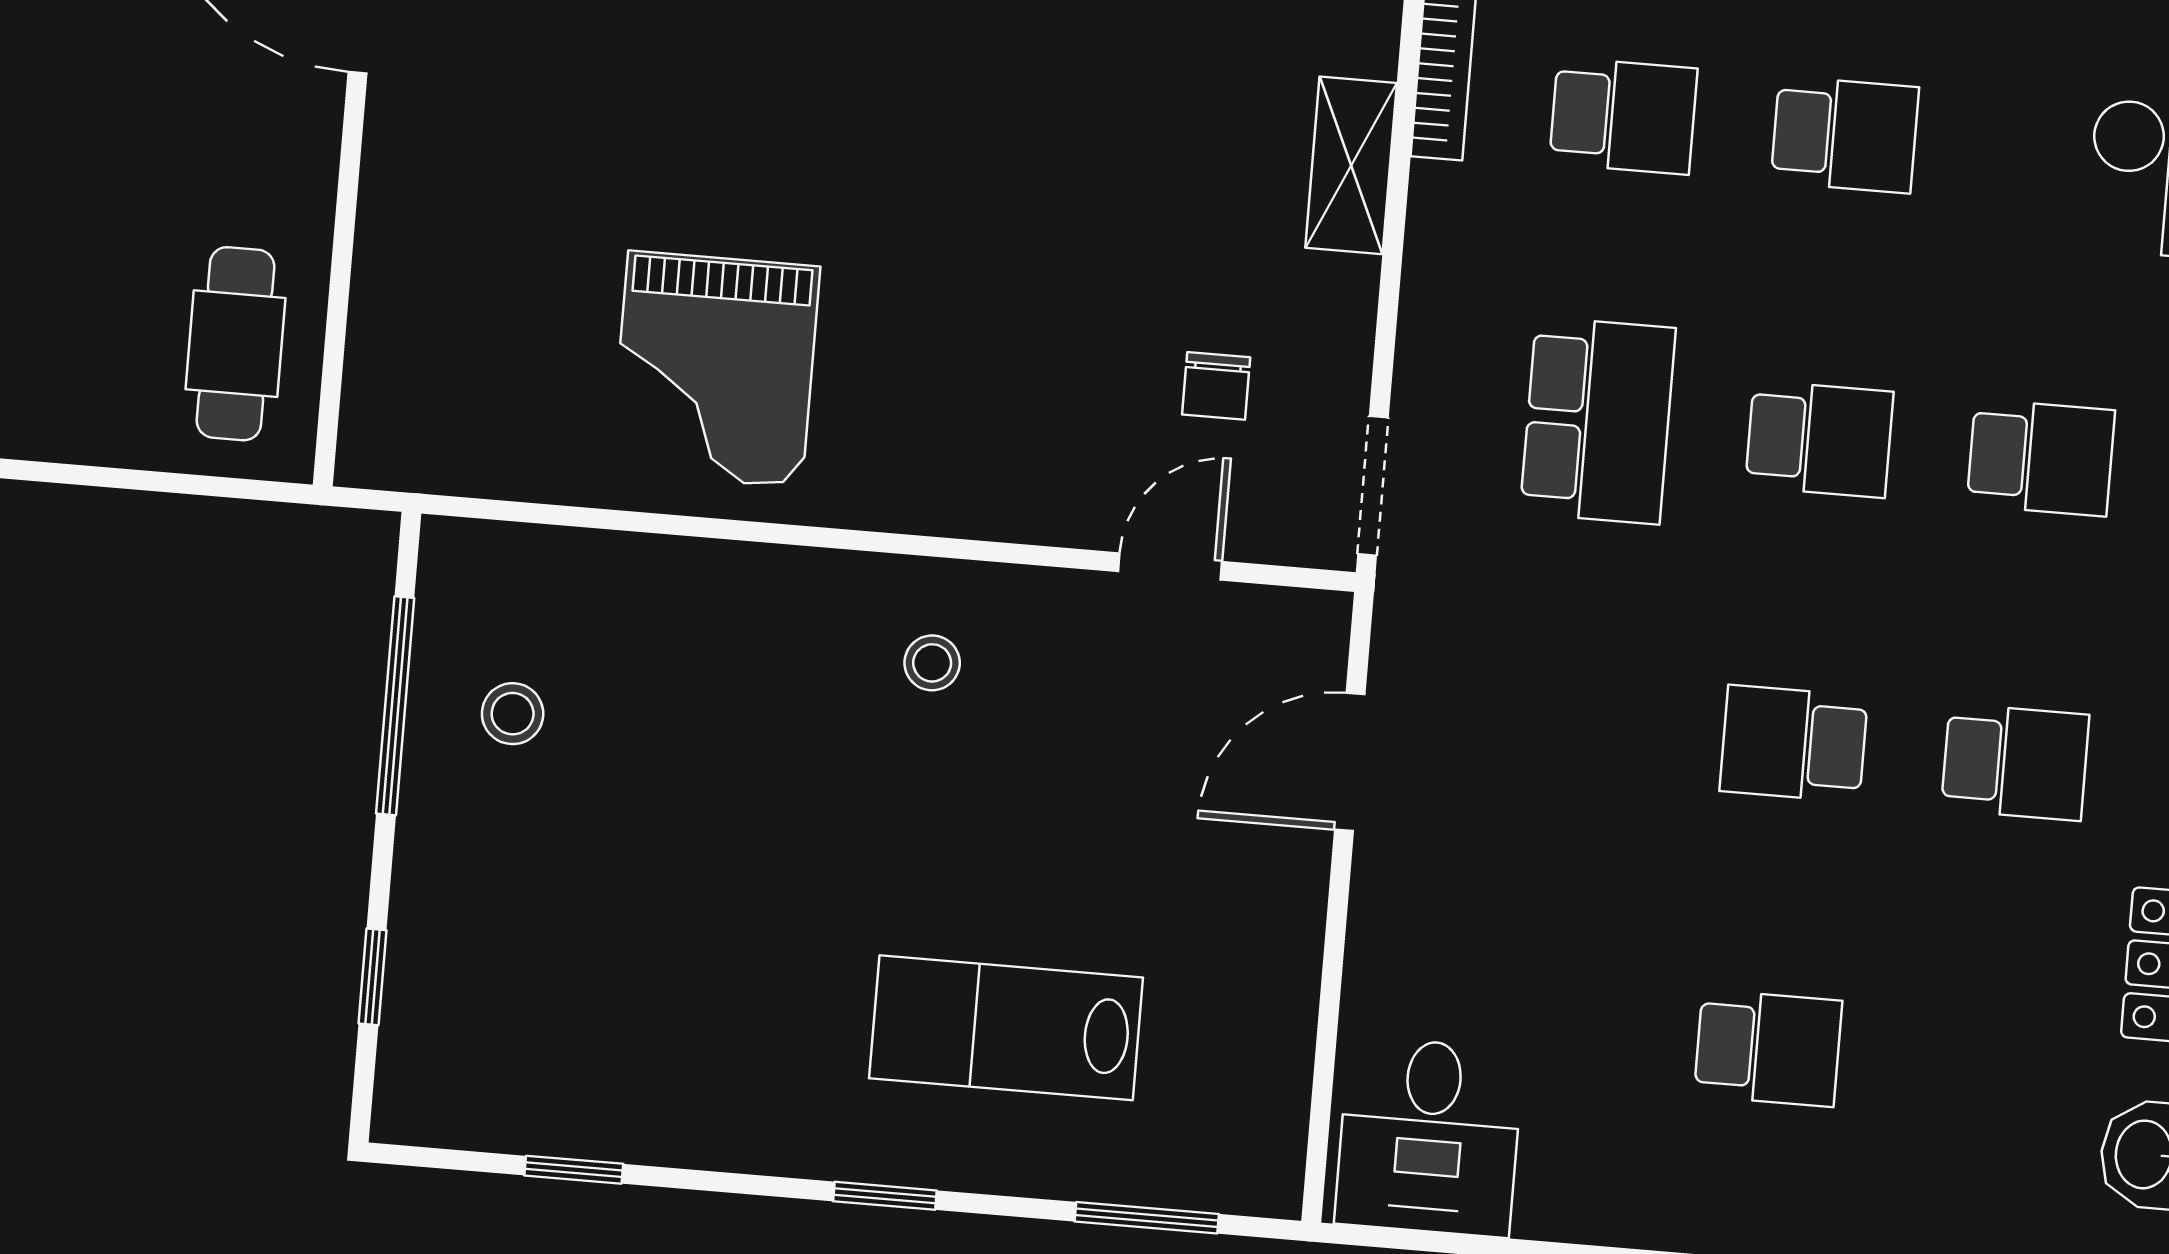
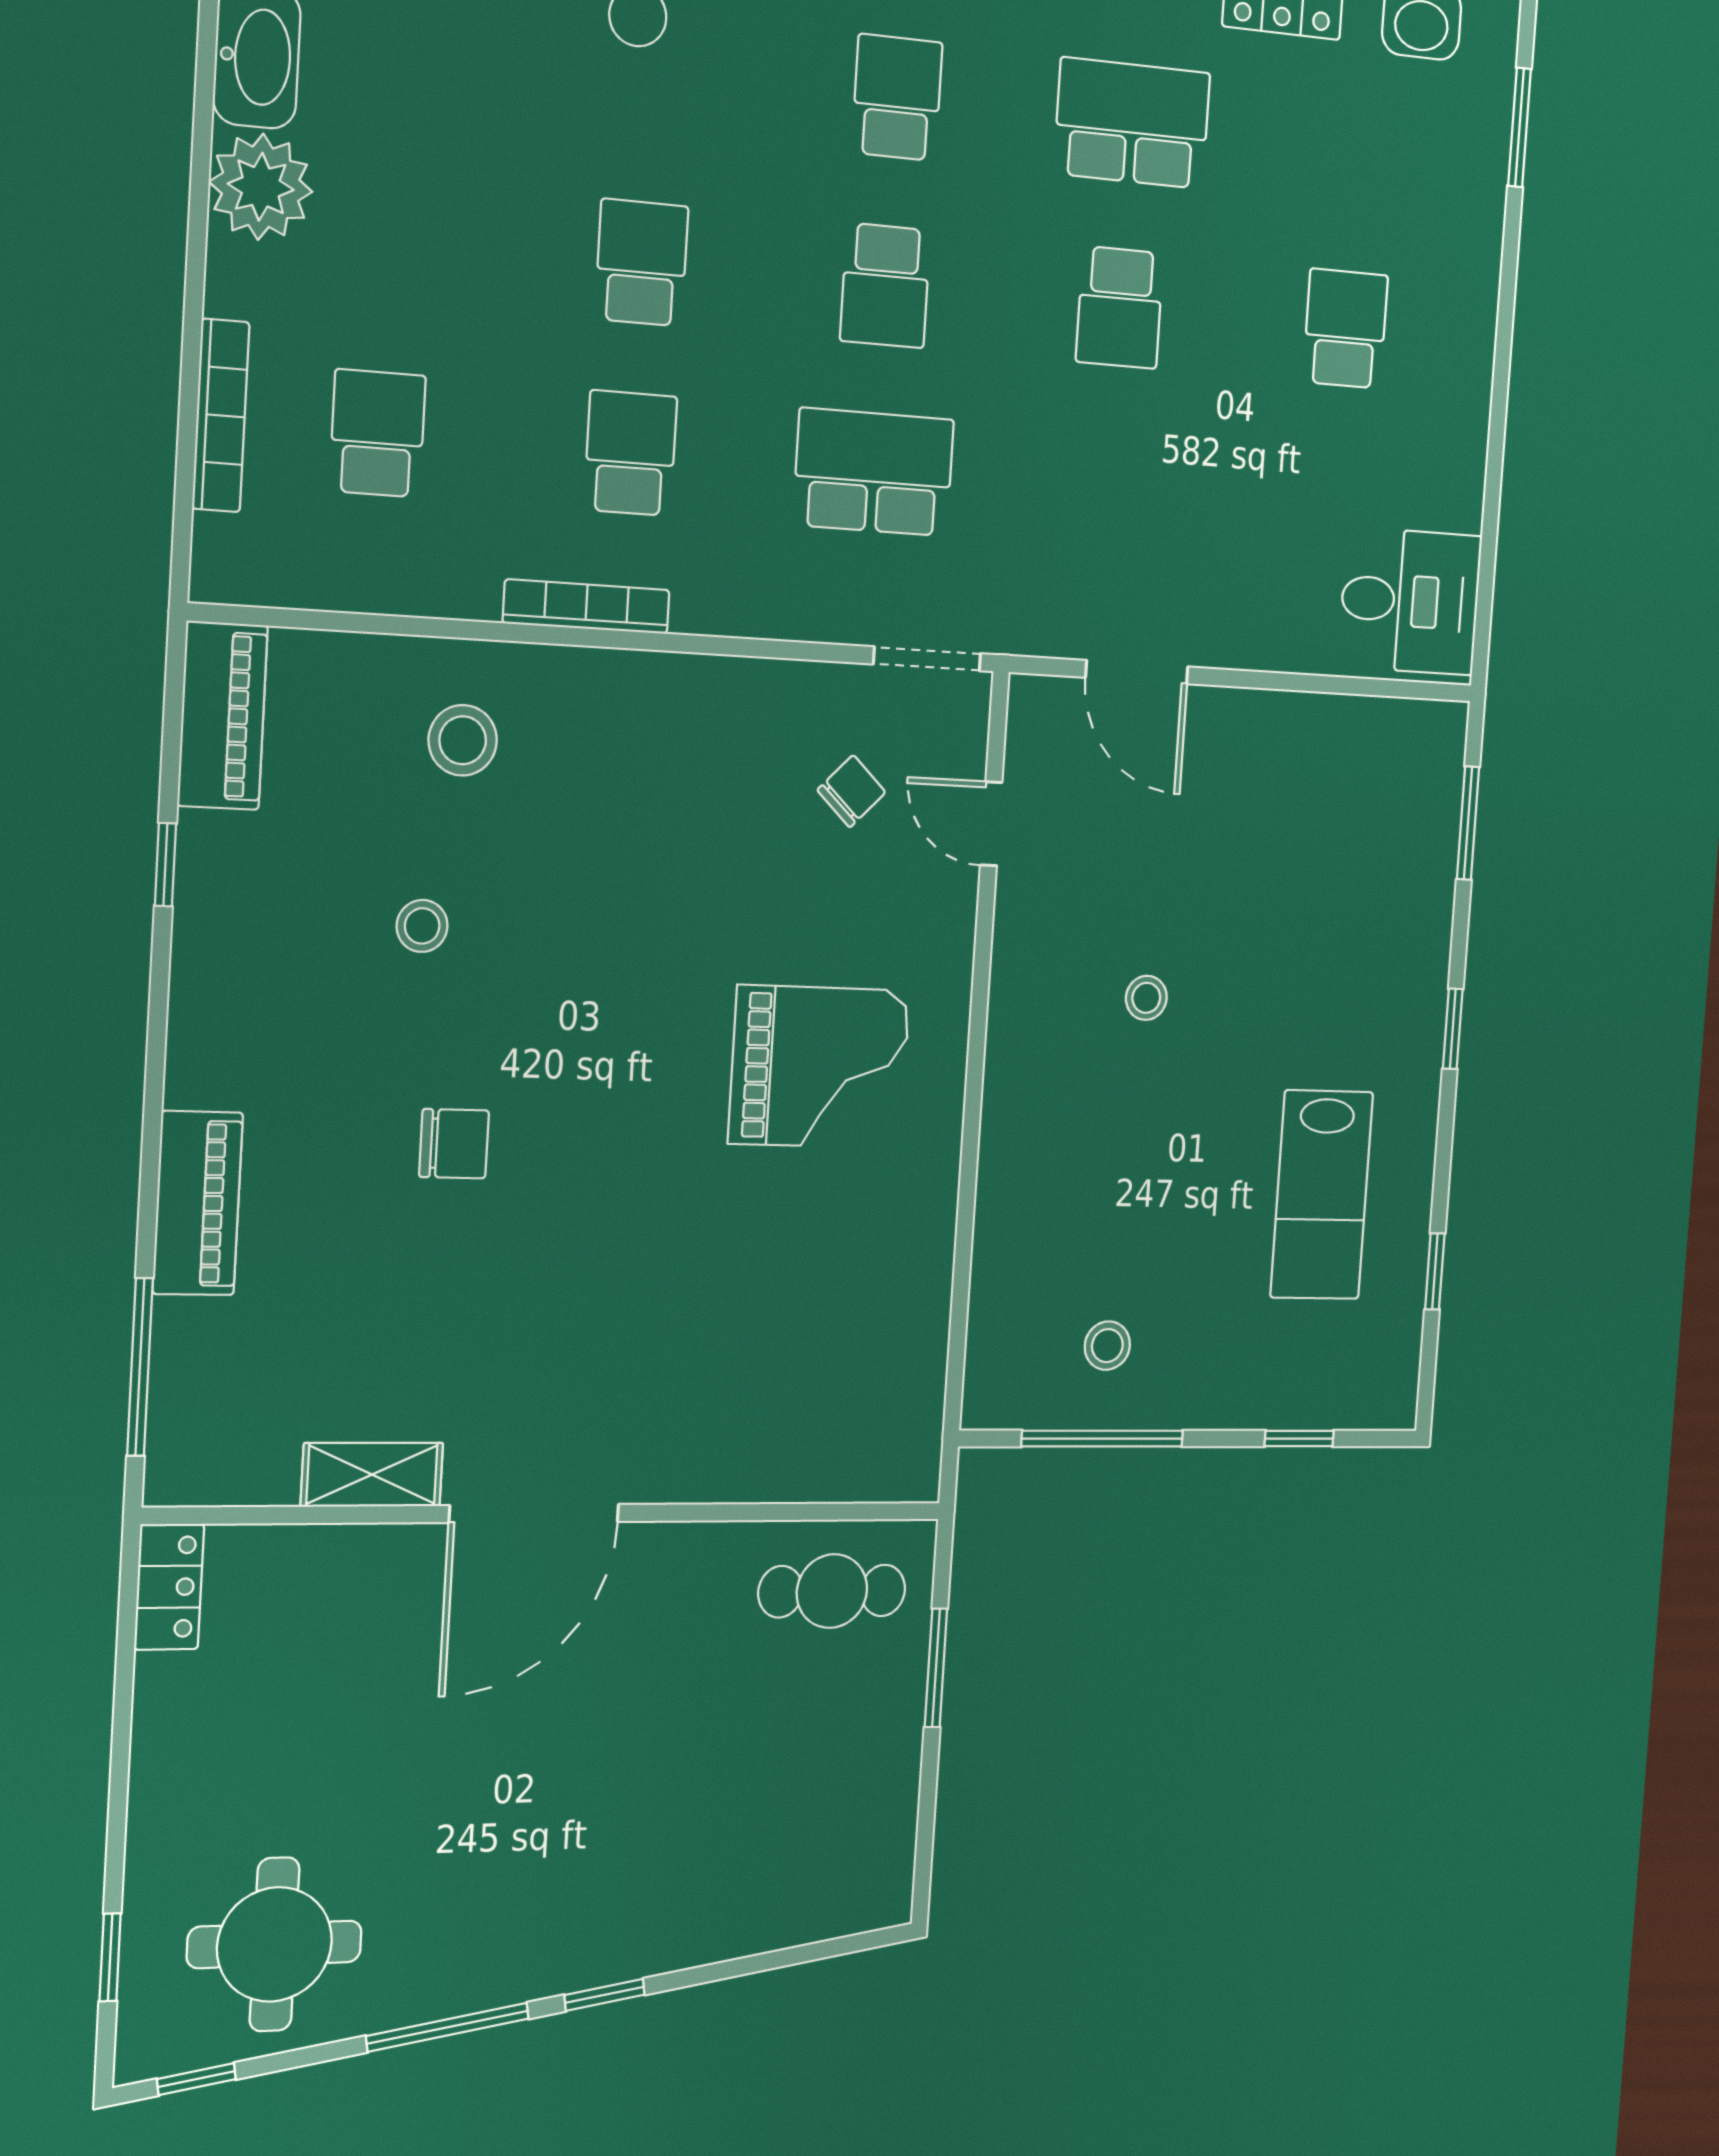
shelving: (1351, 165) -> (675, 684), removed
grand piano: (715, 369) -> (819, 1067), moved
chair: (1216, 386) -> (852, 791), turned -46
school desk: (1819, 439) -> (885, 286), turned 180
window: (125, 479) -> (936, 1668), added
stool: (932, 663) -> (1146, 998), moved
school desk: (2015, 762) -> (1132, 123), width x1.85
lab bench: (1006, 1028) -> (1322, 1195), moved

